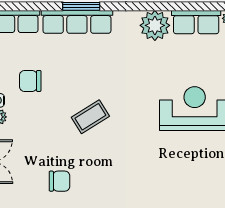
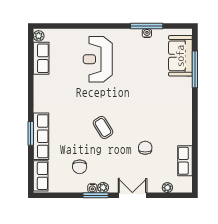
plant: (155, 25) -> (43, 85), removed

